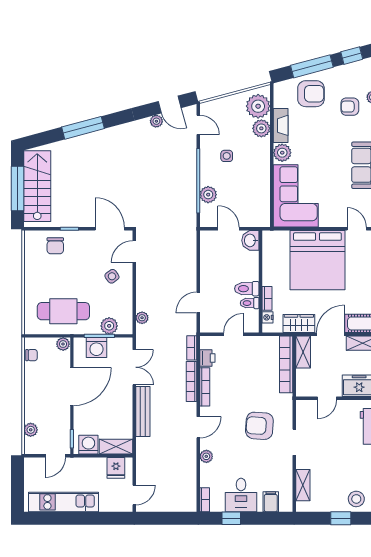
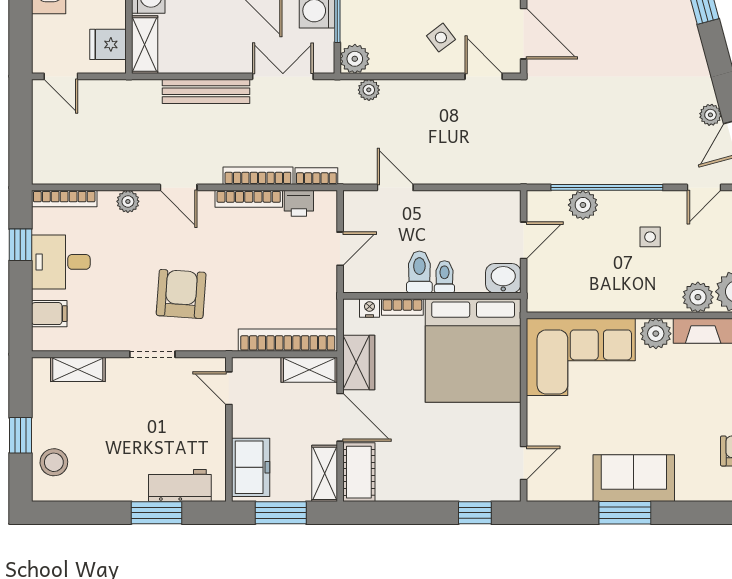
door: (110, 229) -> (524, 34), hinge flipped
bed: (317, 260) -> (473, 350), moved, turned -90
toilet: (250, 303) -> (444, 277), moved
plant: (109, 326) -> (355, 59), moved
door: (233, 334) -> (340, 249), hinge flipped
double door: (134, 367) -> (283, 76), swing flipped
door: (327, 398) -> (229, 388), moved
bookcase: (205, 500) -> (64, 199), width x1.56

